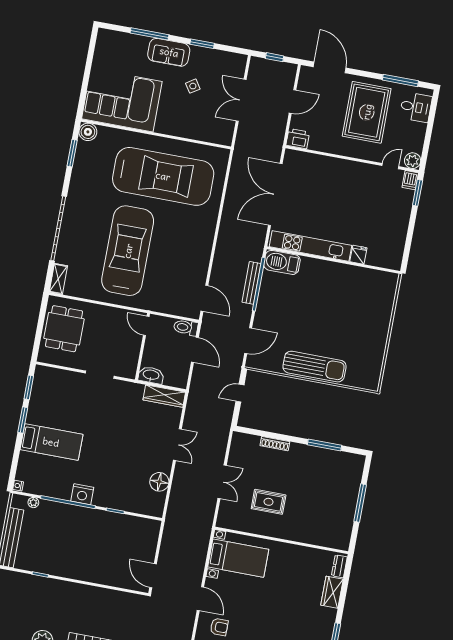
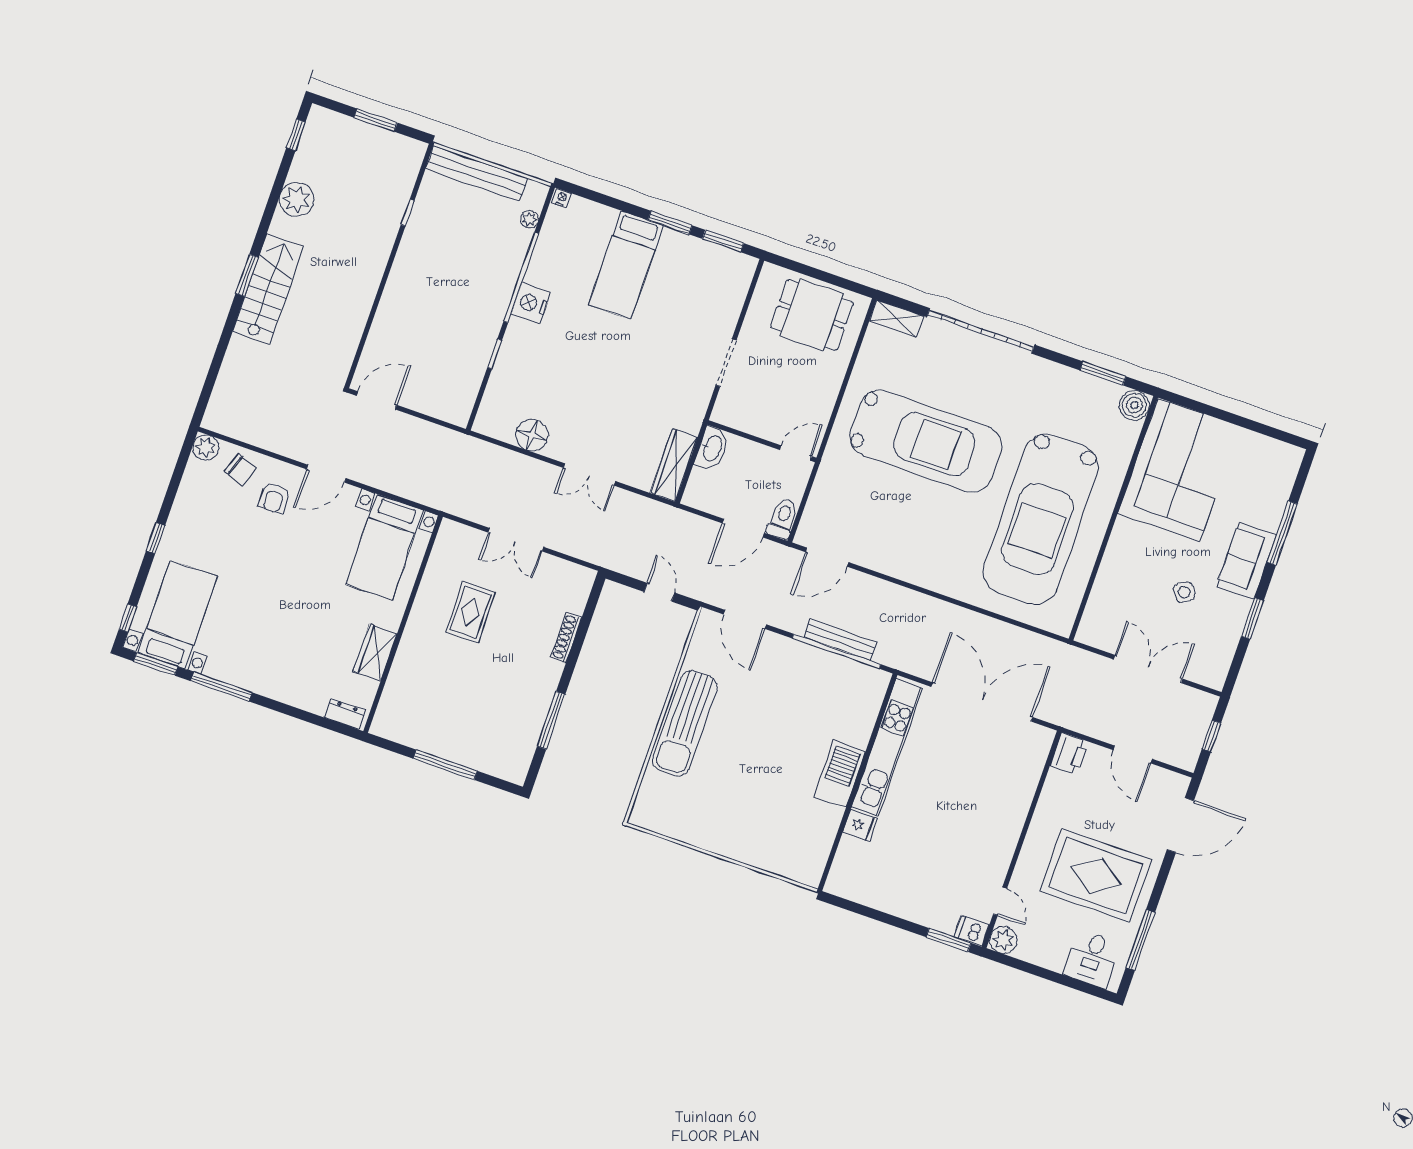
barbecue: (282, 262) -> (840, 774), moved
wardrobe: (332, 592) -> (375, 652), moved, turned -90

